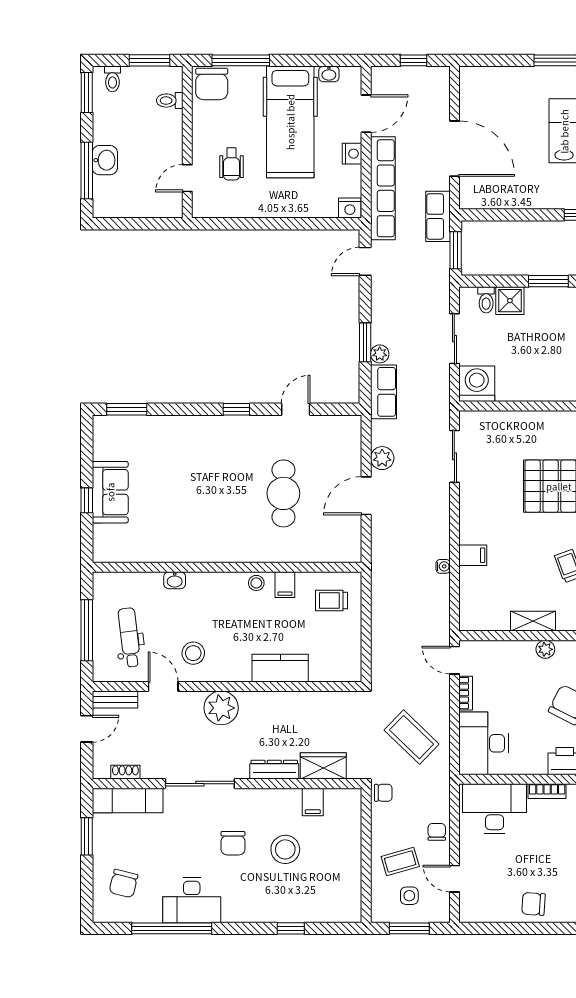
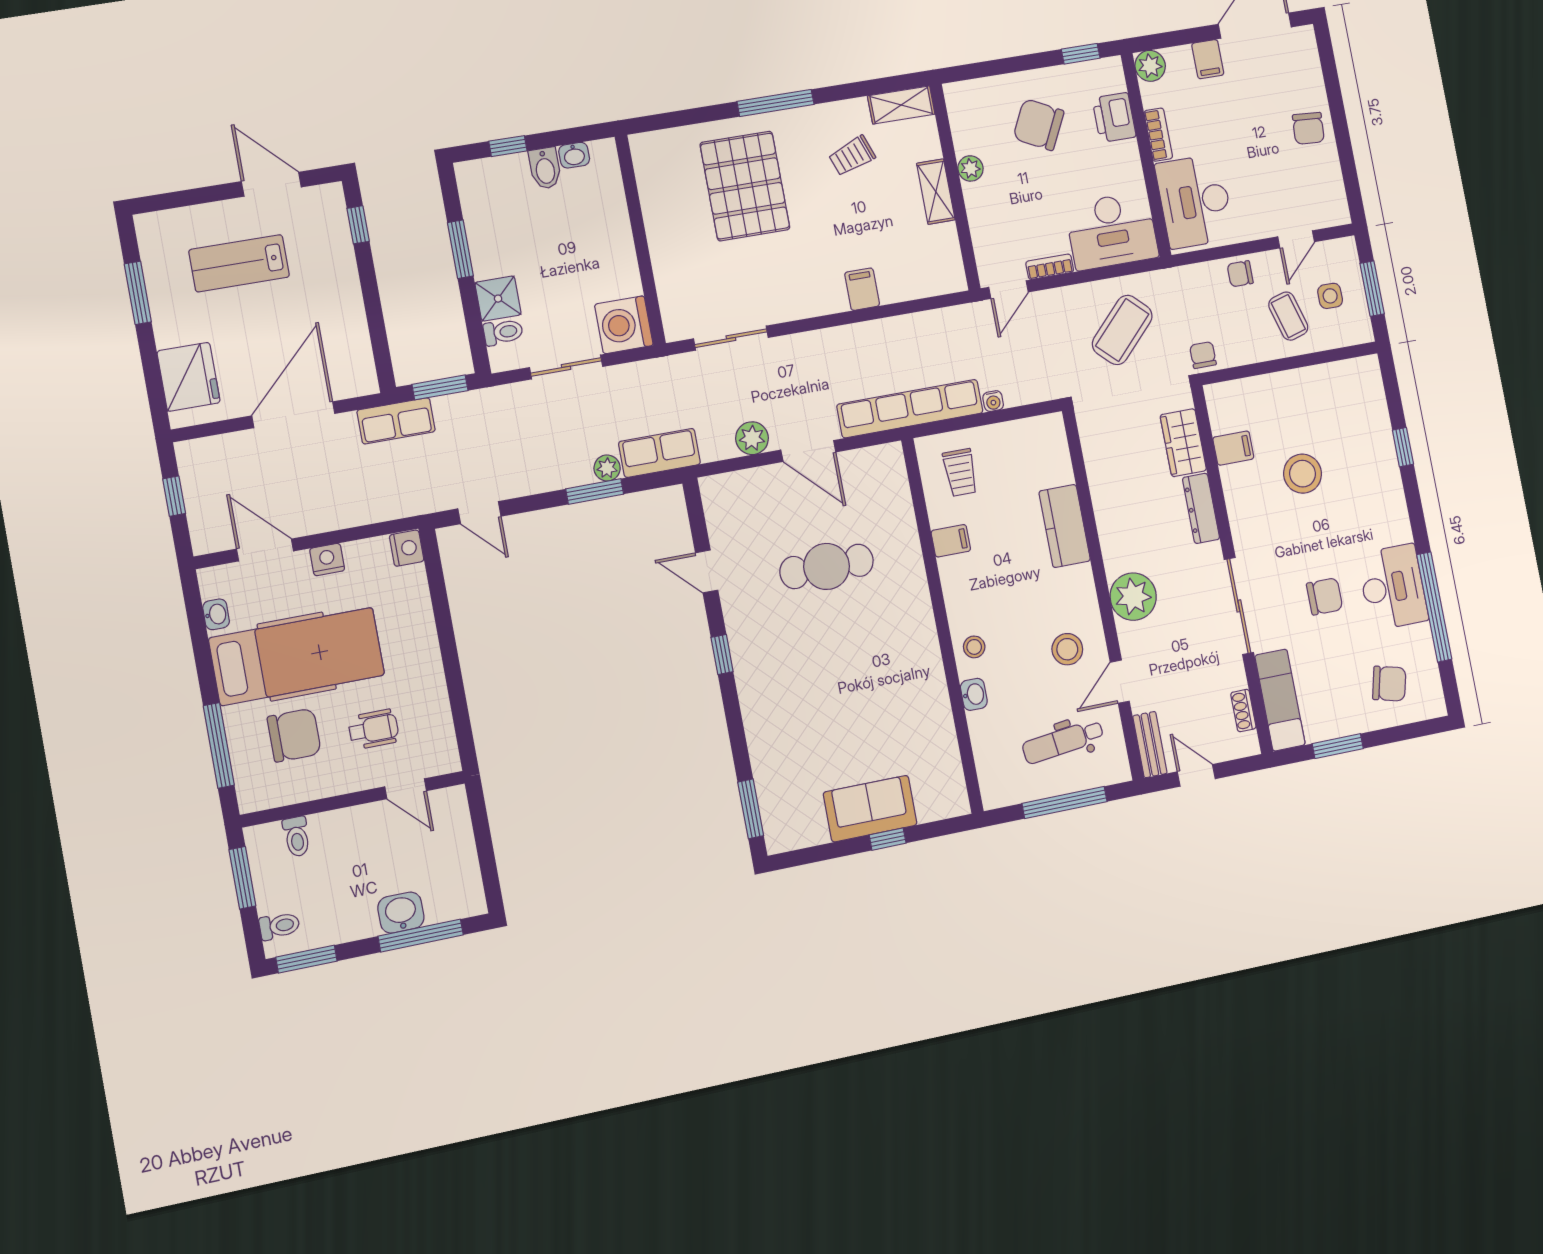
chair: (212, 84) -> (294, 735), moved
fridge: (493, 84) -> (189, 377), added
row of seats: (383, 188) -> (910, 409), moved
water cooler: (443, 566) -> (993, 401), moved, turned 180
stool: (256, 583) -> (974, 647), moved
chair: (233, 843) -> (1325, 596), moved

